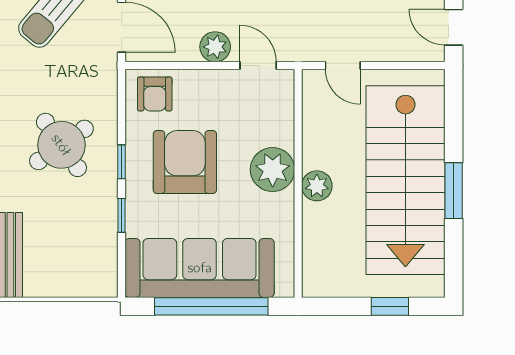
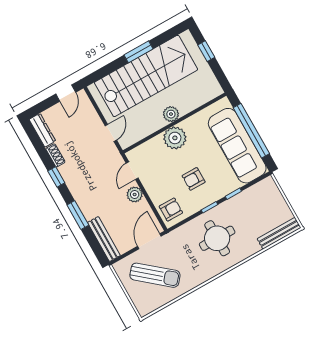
round table: (61, 145) -> (217, 238), turned 35
armchair: (185, 162) -> (194, 179), width x0.53, depth x0.53

